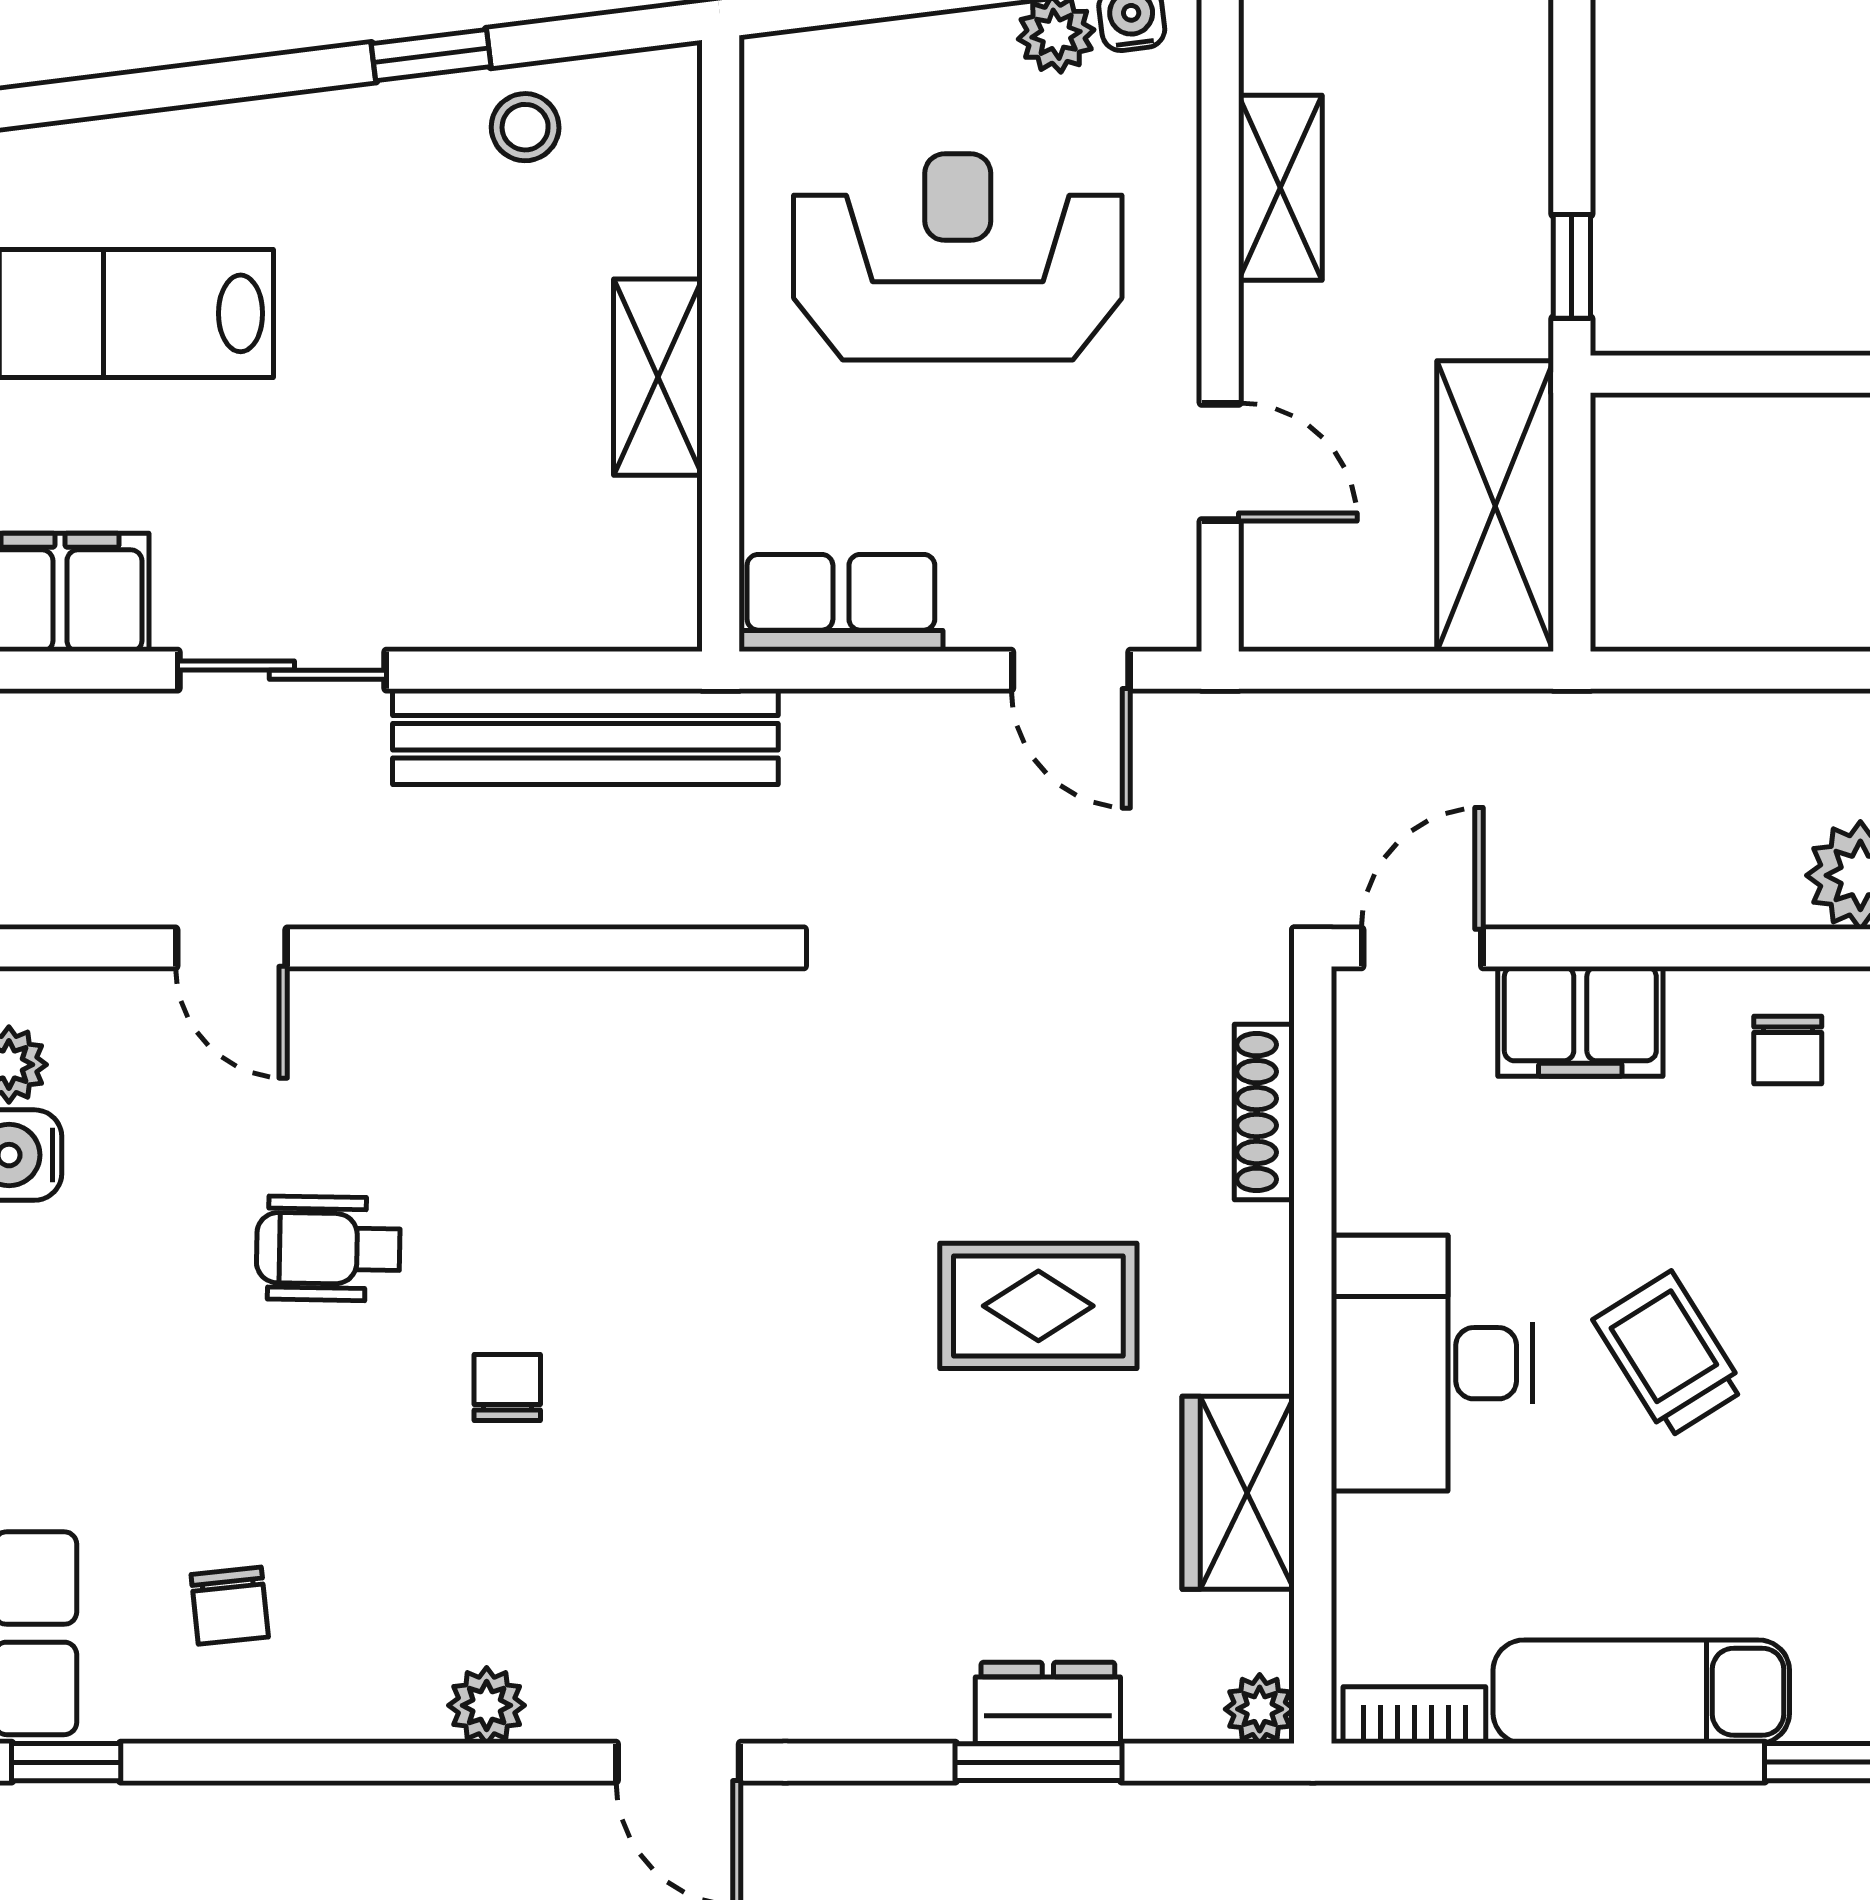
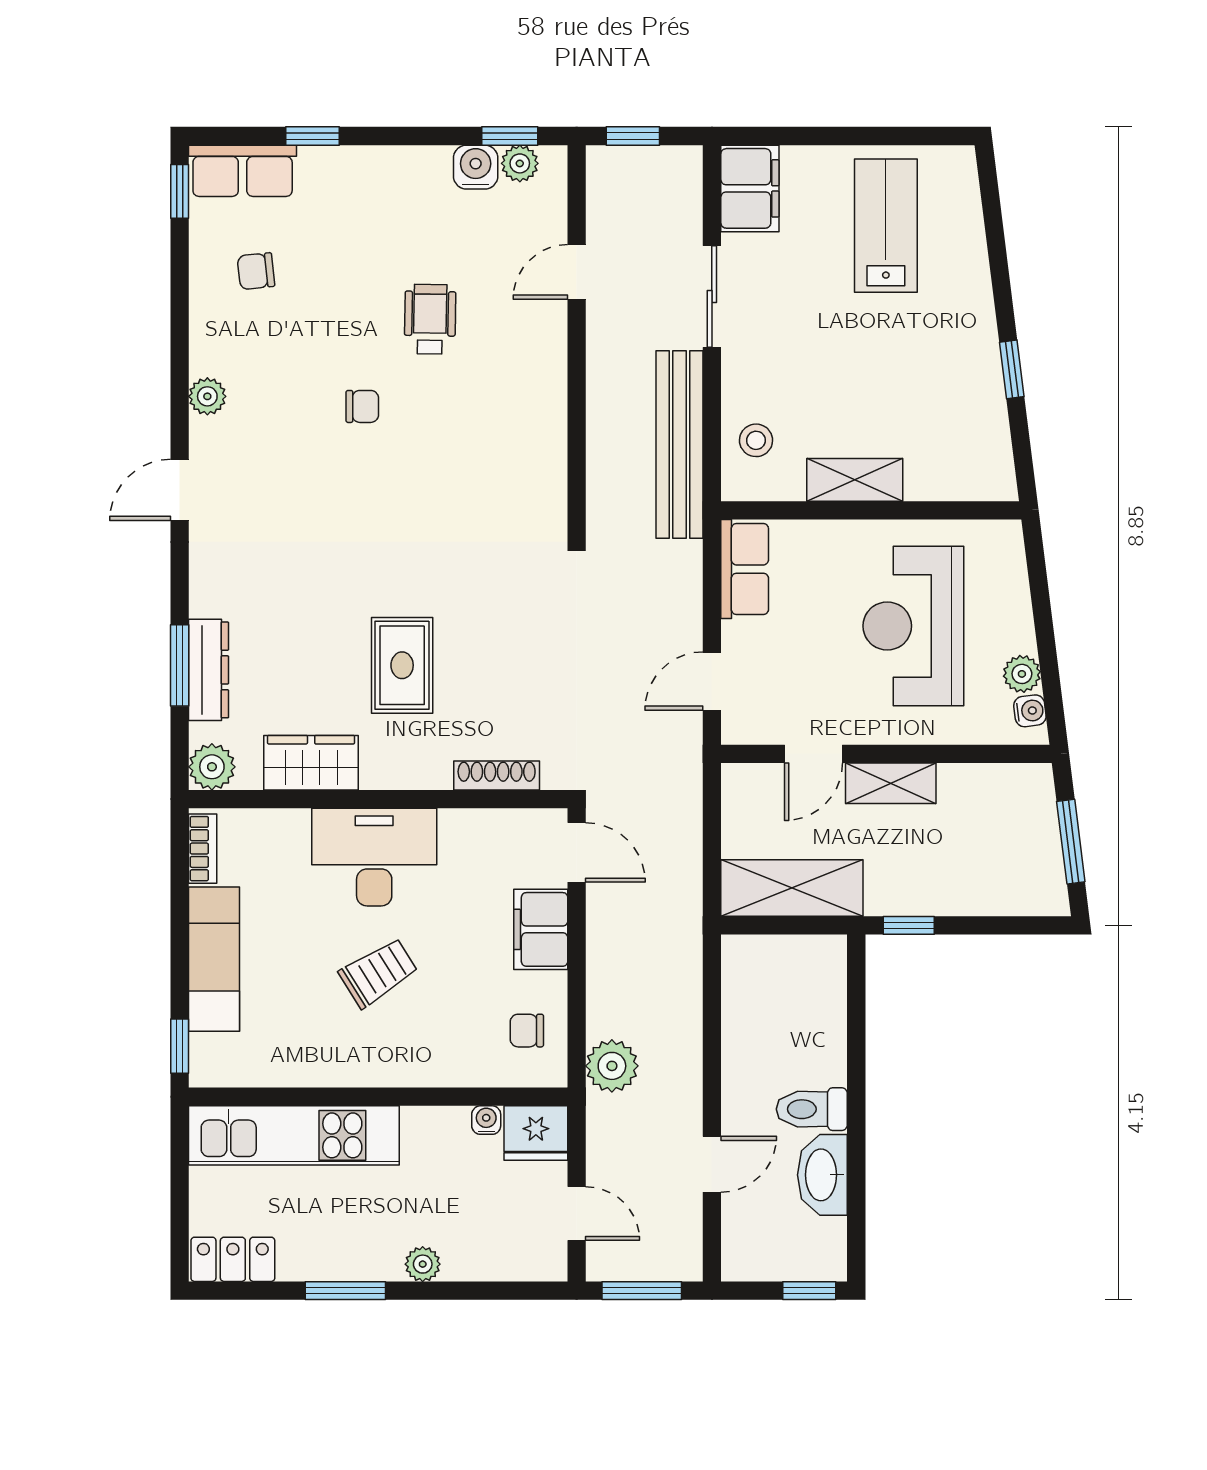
stool: (525, 127) -> (756, 440), moved
shelving: (1280, 188) -> (891, 783), moved
reception desk: (958, 257) -> (913, 626), turned 180
dresser: (1048, 1703) -> (209, 670), width x1.44
plant: (1260, 1709) -> (212, 767), width x1.38, depth x1.38

